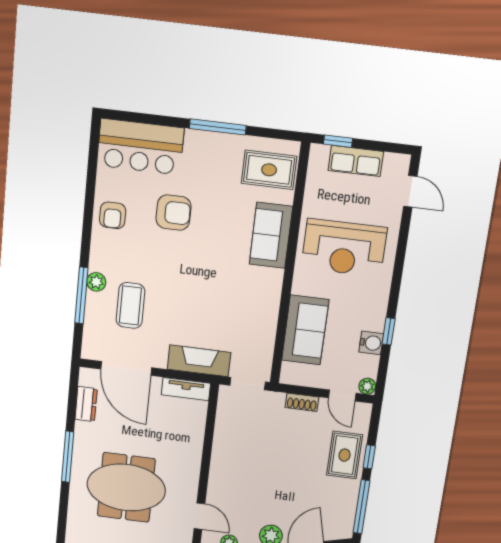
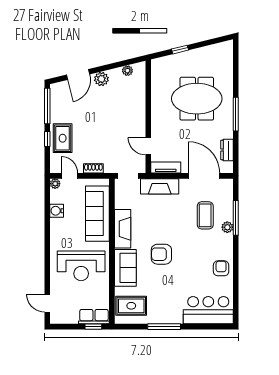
row of seats: (356, 161) -> (94, 317), moved
armchair: (173, 213) -> (161, 254), moved
reception desk: (344, 248) -> (81, 266), turned 180
fireplace: (267, 300) -> (123, 229), added
sofa: (305, 330) -> (97, 214), width x1.36
window: (389, 331) -> (47, 219), removed
door: (199, 516) -> (148, 146), moved

